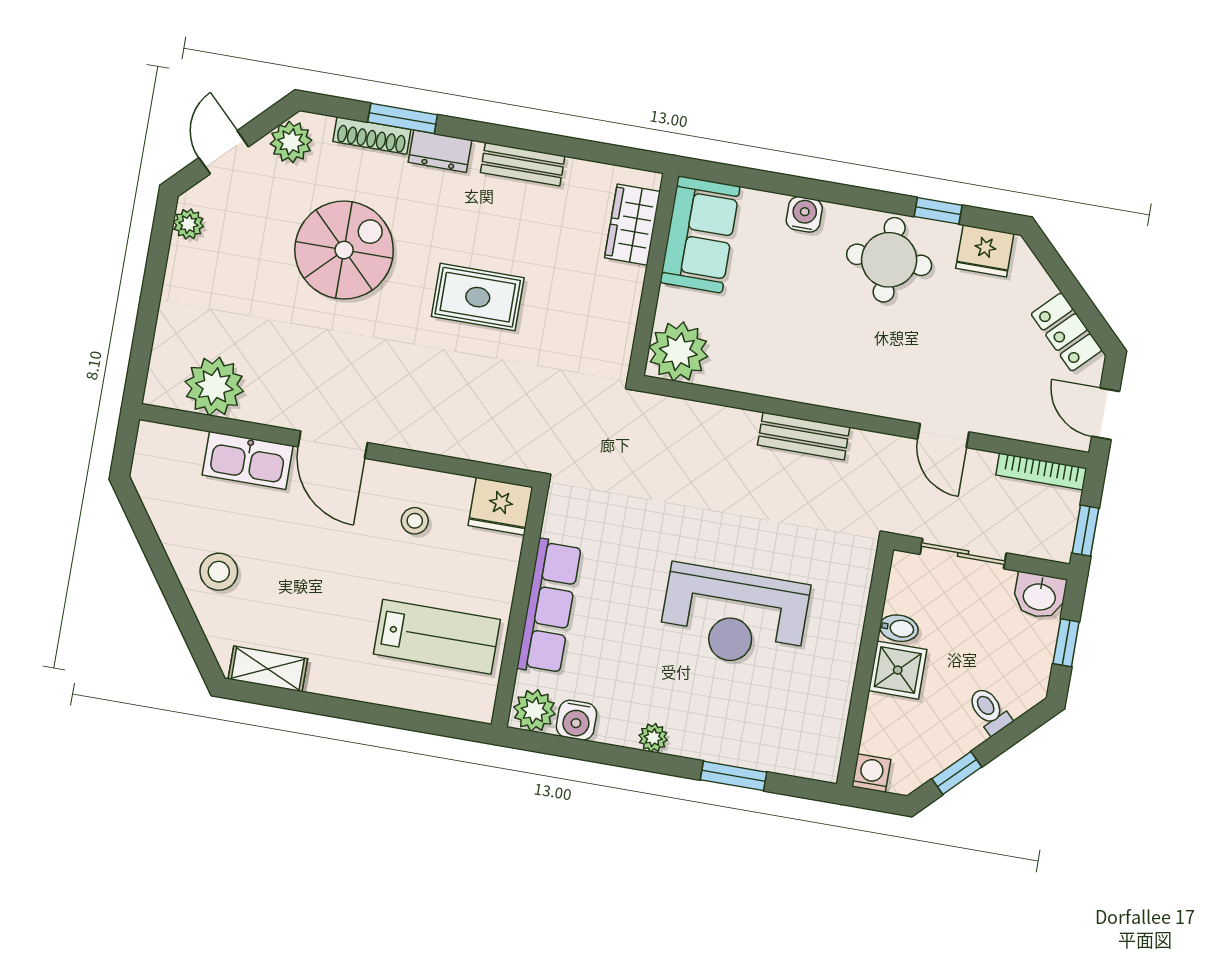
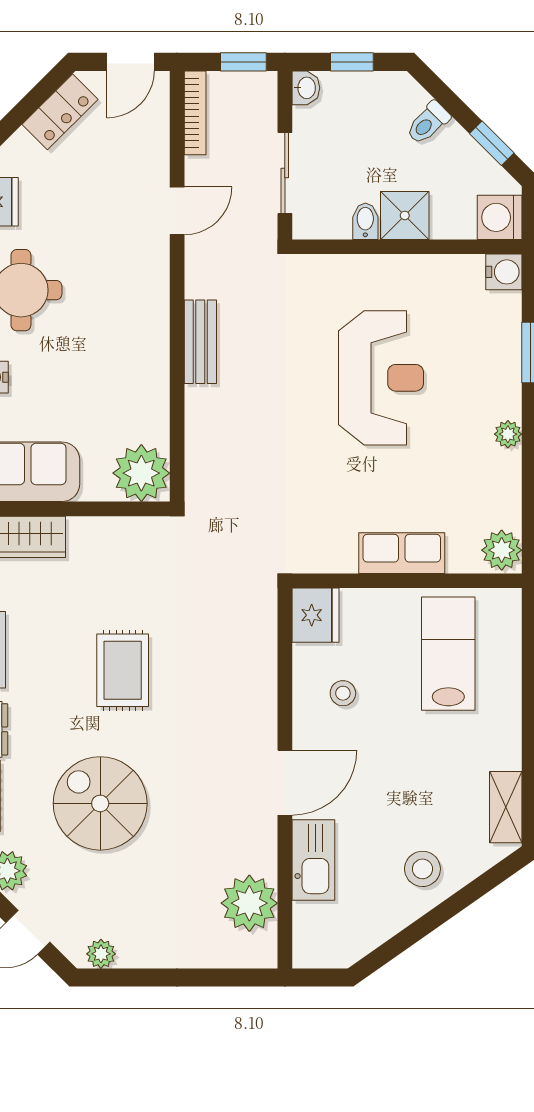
washbasin: (1039, 596) -> (306, 88), width x0.72, depth x0.69
row of seats: (549, 607) -> (402, 553), width x0.68
water cooler: (576, 720) -> (504, 272), moved
washing machine: (871, 773) -> (500, 217), width x1.38, depth x1.38

